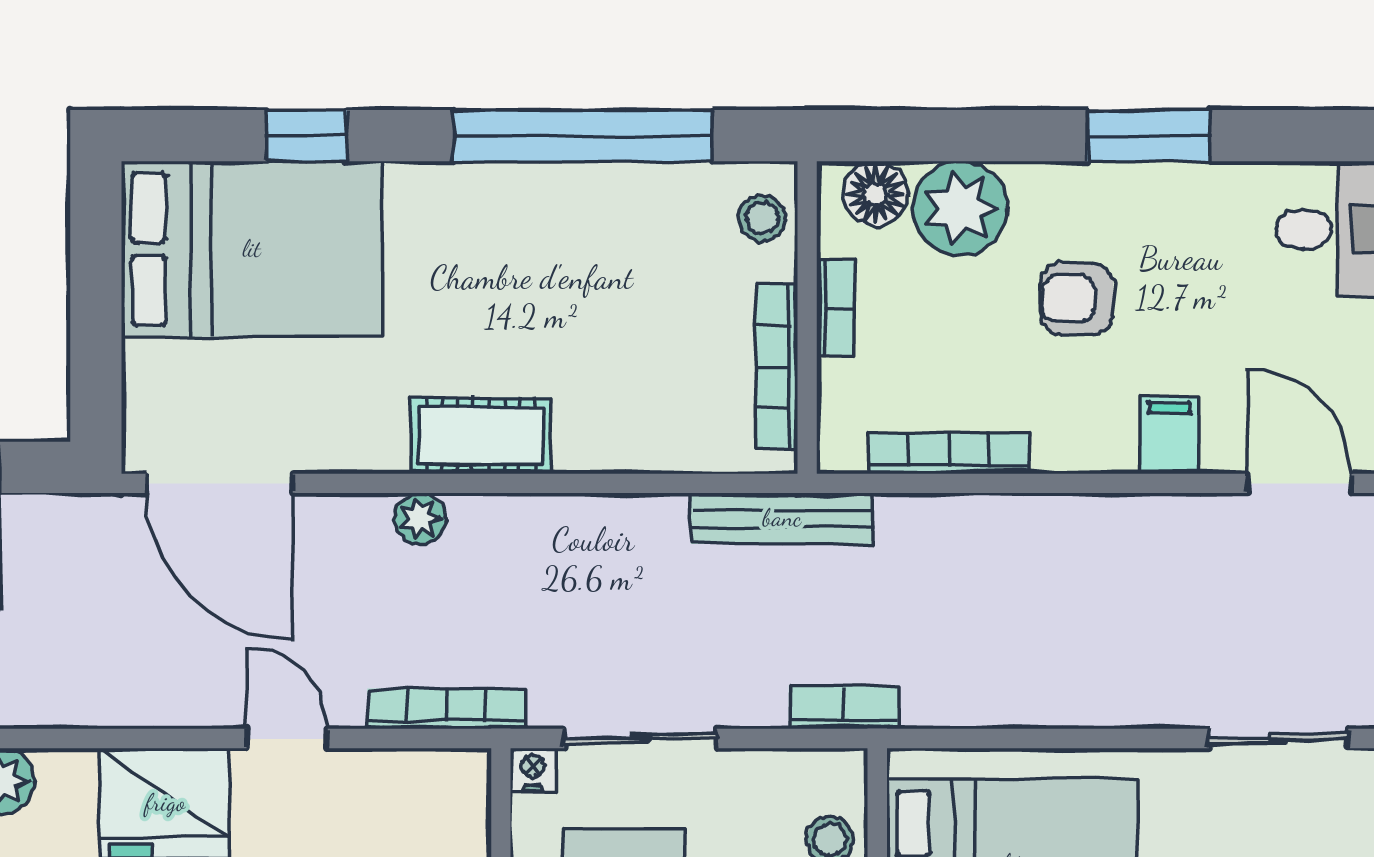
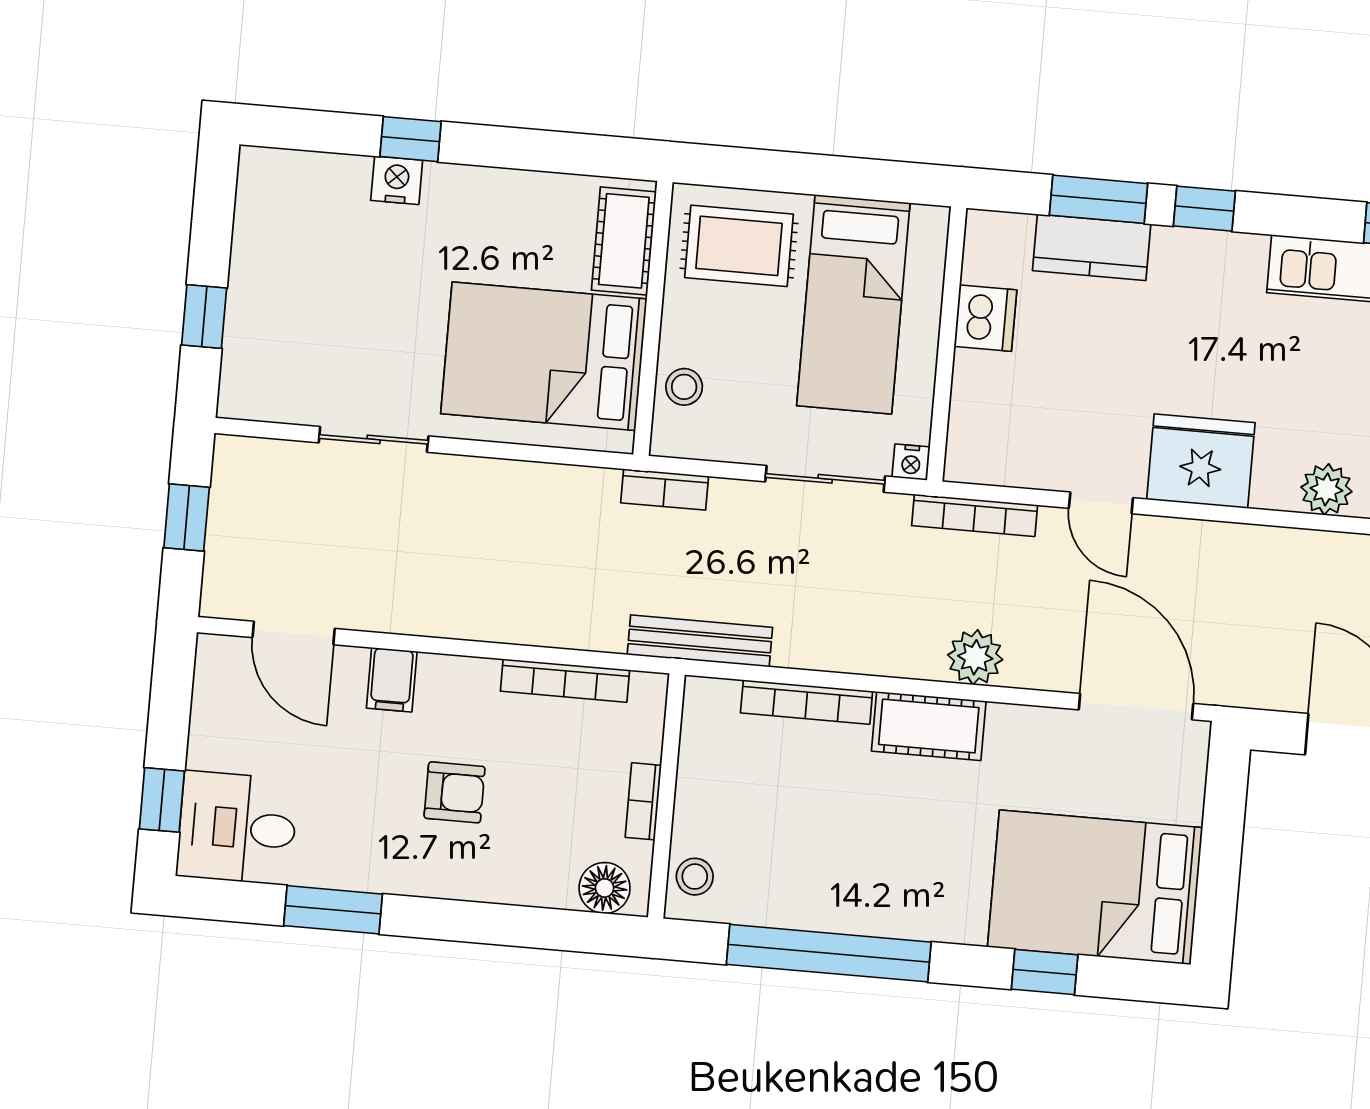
window: (1149, 136) -> (333, 910), moved
plant: (960, 208) -> (539, 871), removed
bookcase: (776, 366) -> (807, 702), moved, turned 90
plant: (420, 519) -> (975, 657), width x1.38, depth x1.38
sliding door: (1278, 739) -> (374, 439), moved

